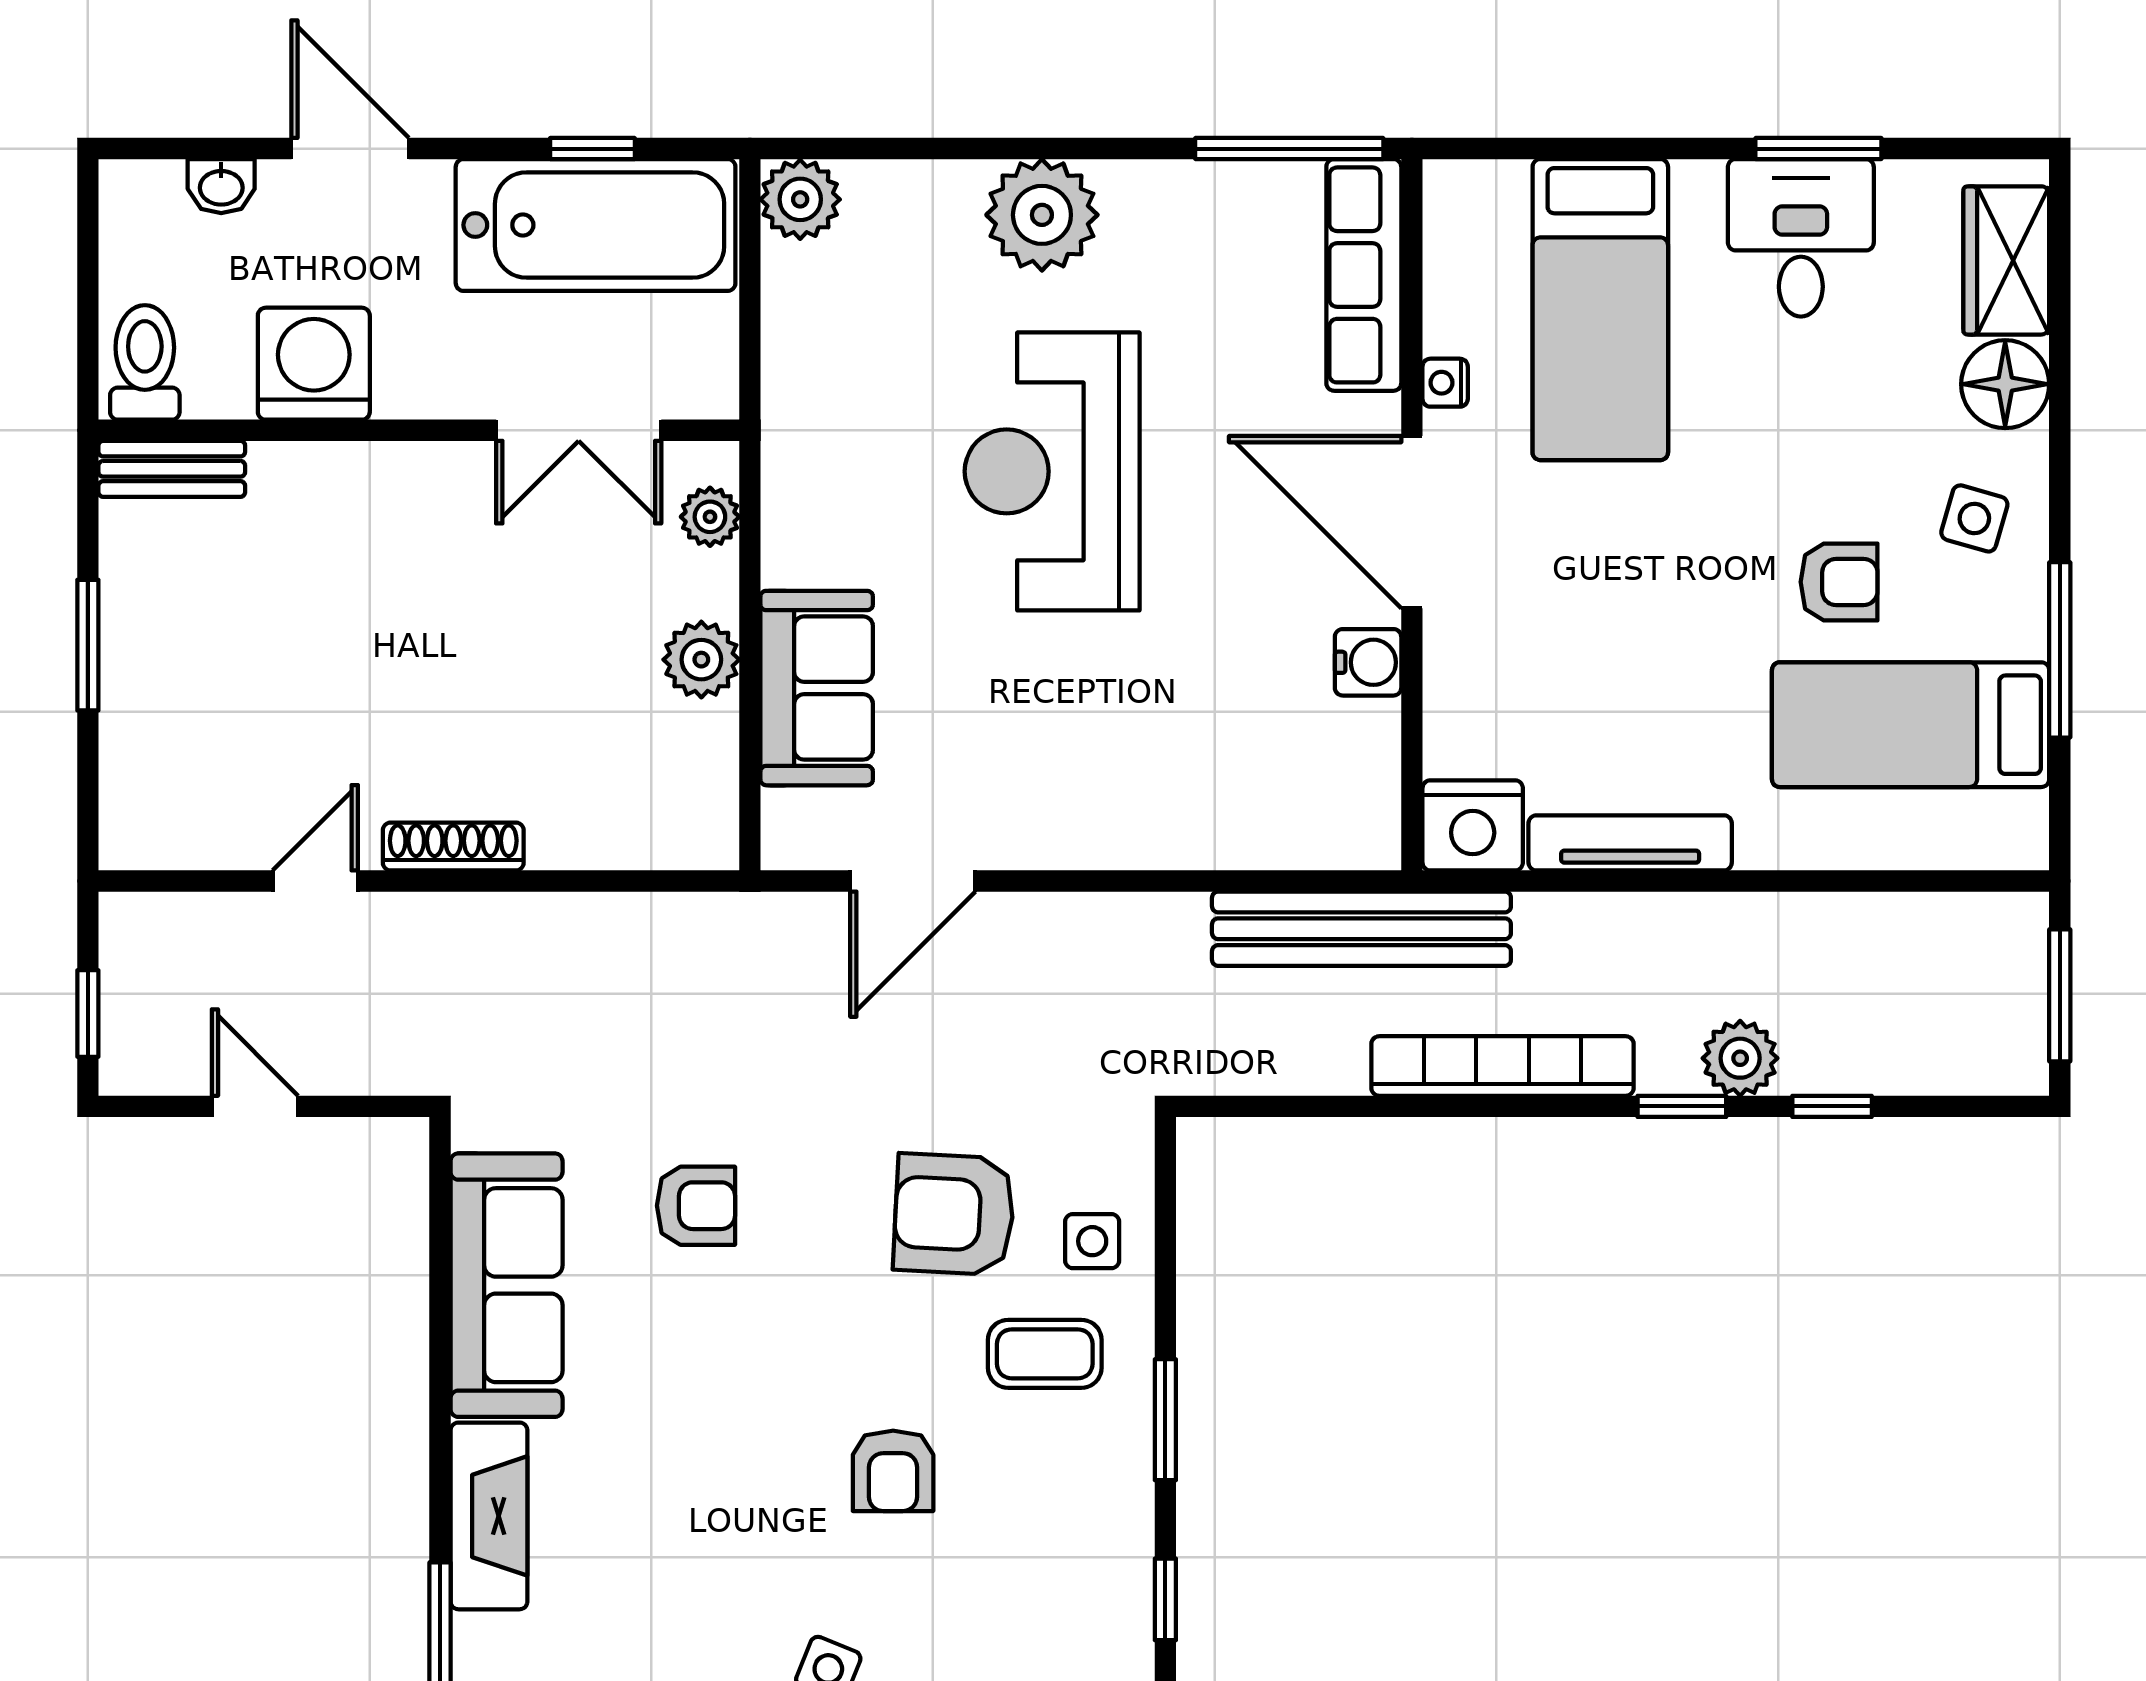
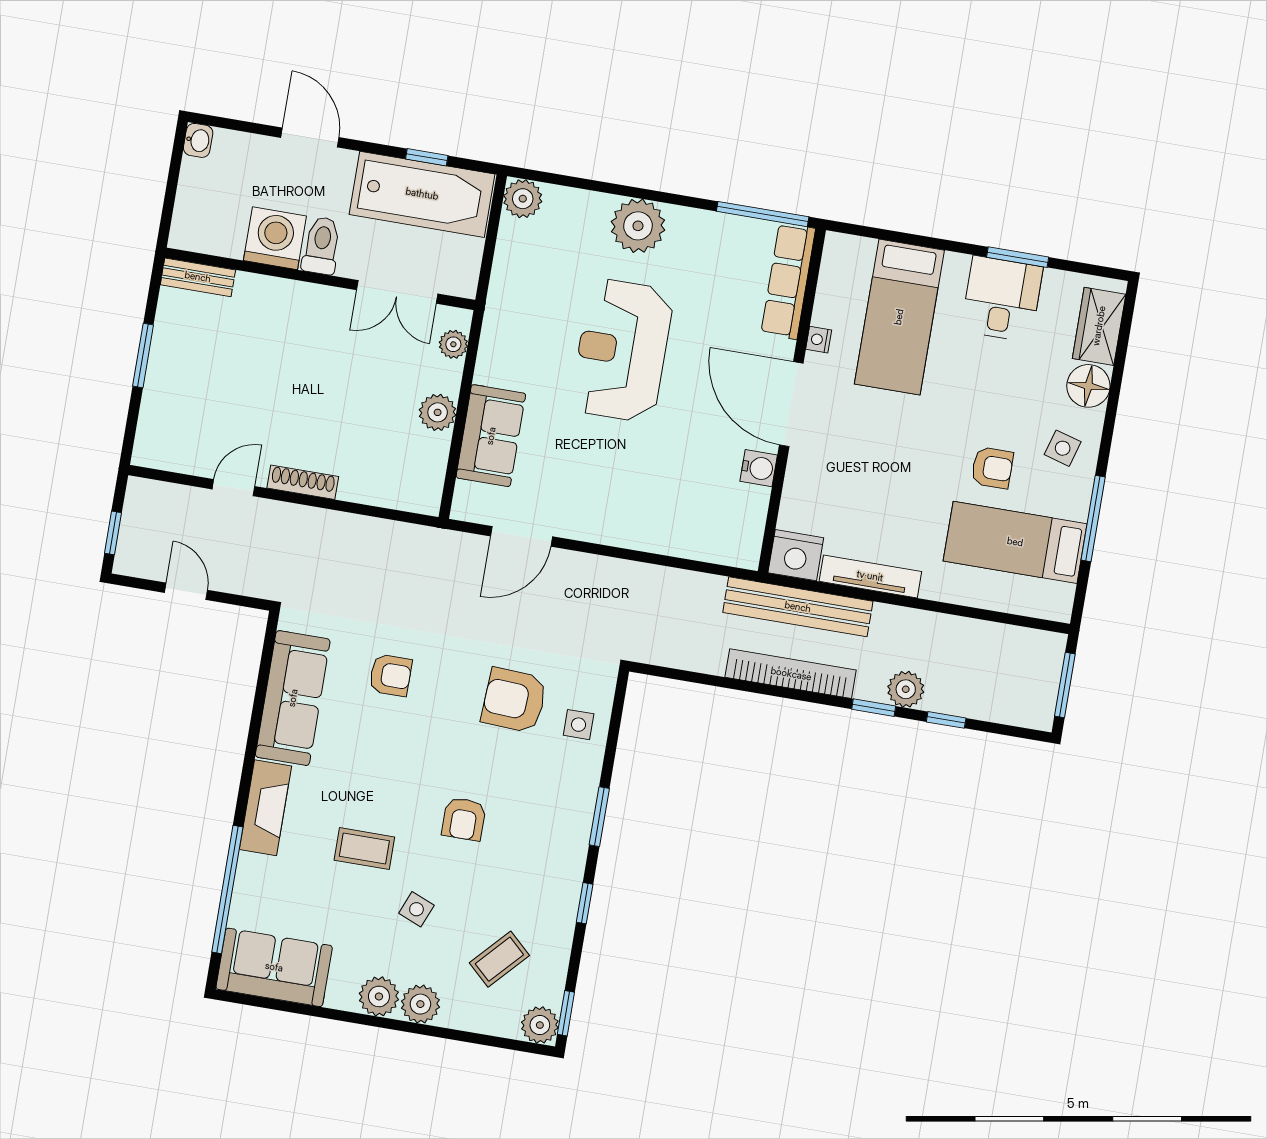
washbasin: (221, 186) -> (198, 140), moved, turned -90
toilet: (145, 362) -> (321, 245), moved
bench: (1361, 929) -> (798, 607), moved
coffee table: (1045, 1354) -> (364, 849), moved

